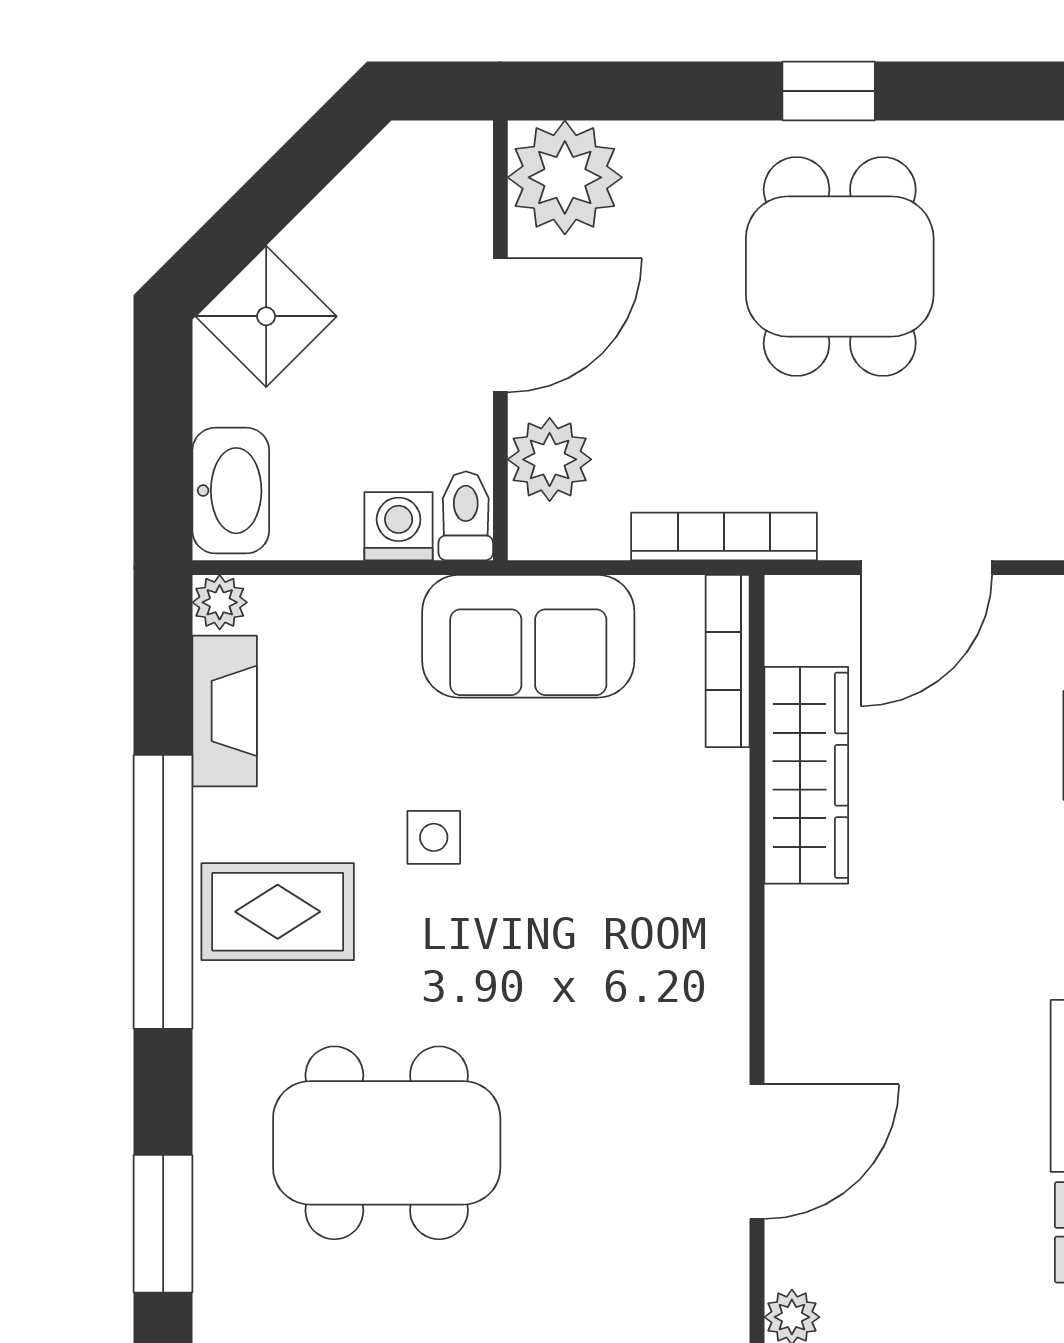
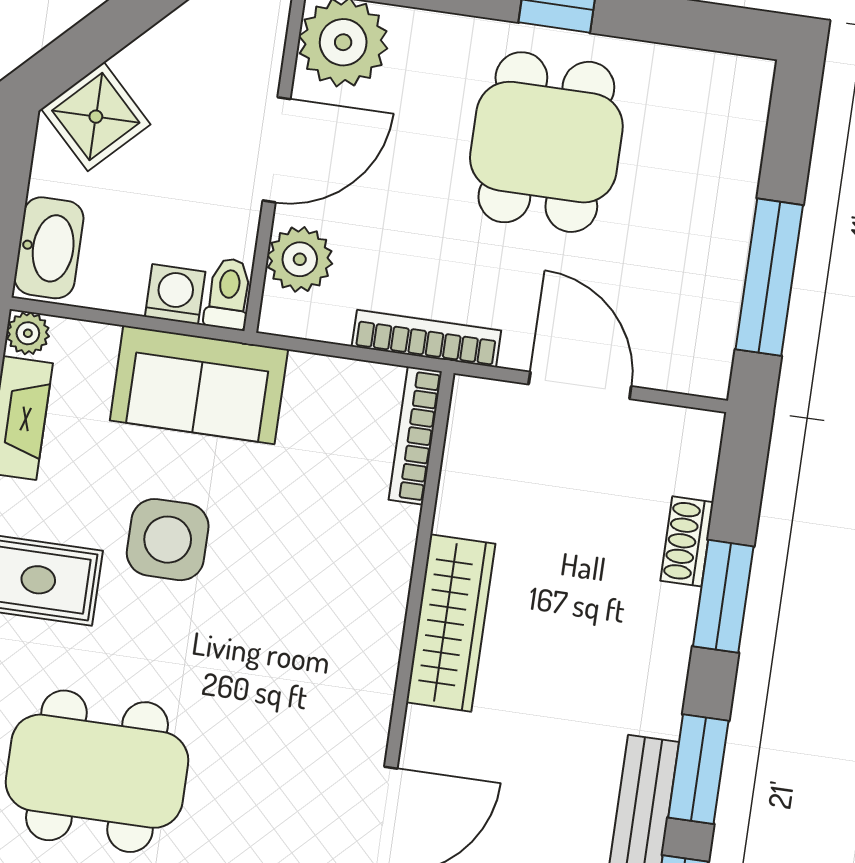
door: (926, 568) -> (580, 385), swing flipped
sofa: (528, 636) -> (199, 385), moved
wardrobe: (806, 775) -> (451, 623), moved
side table: (434, 837) -> (168, 540), width x1.87, depth x1.87

